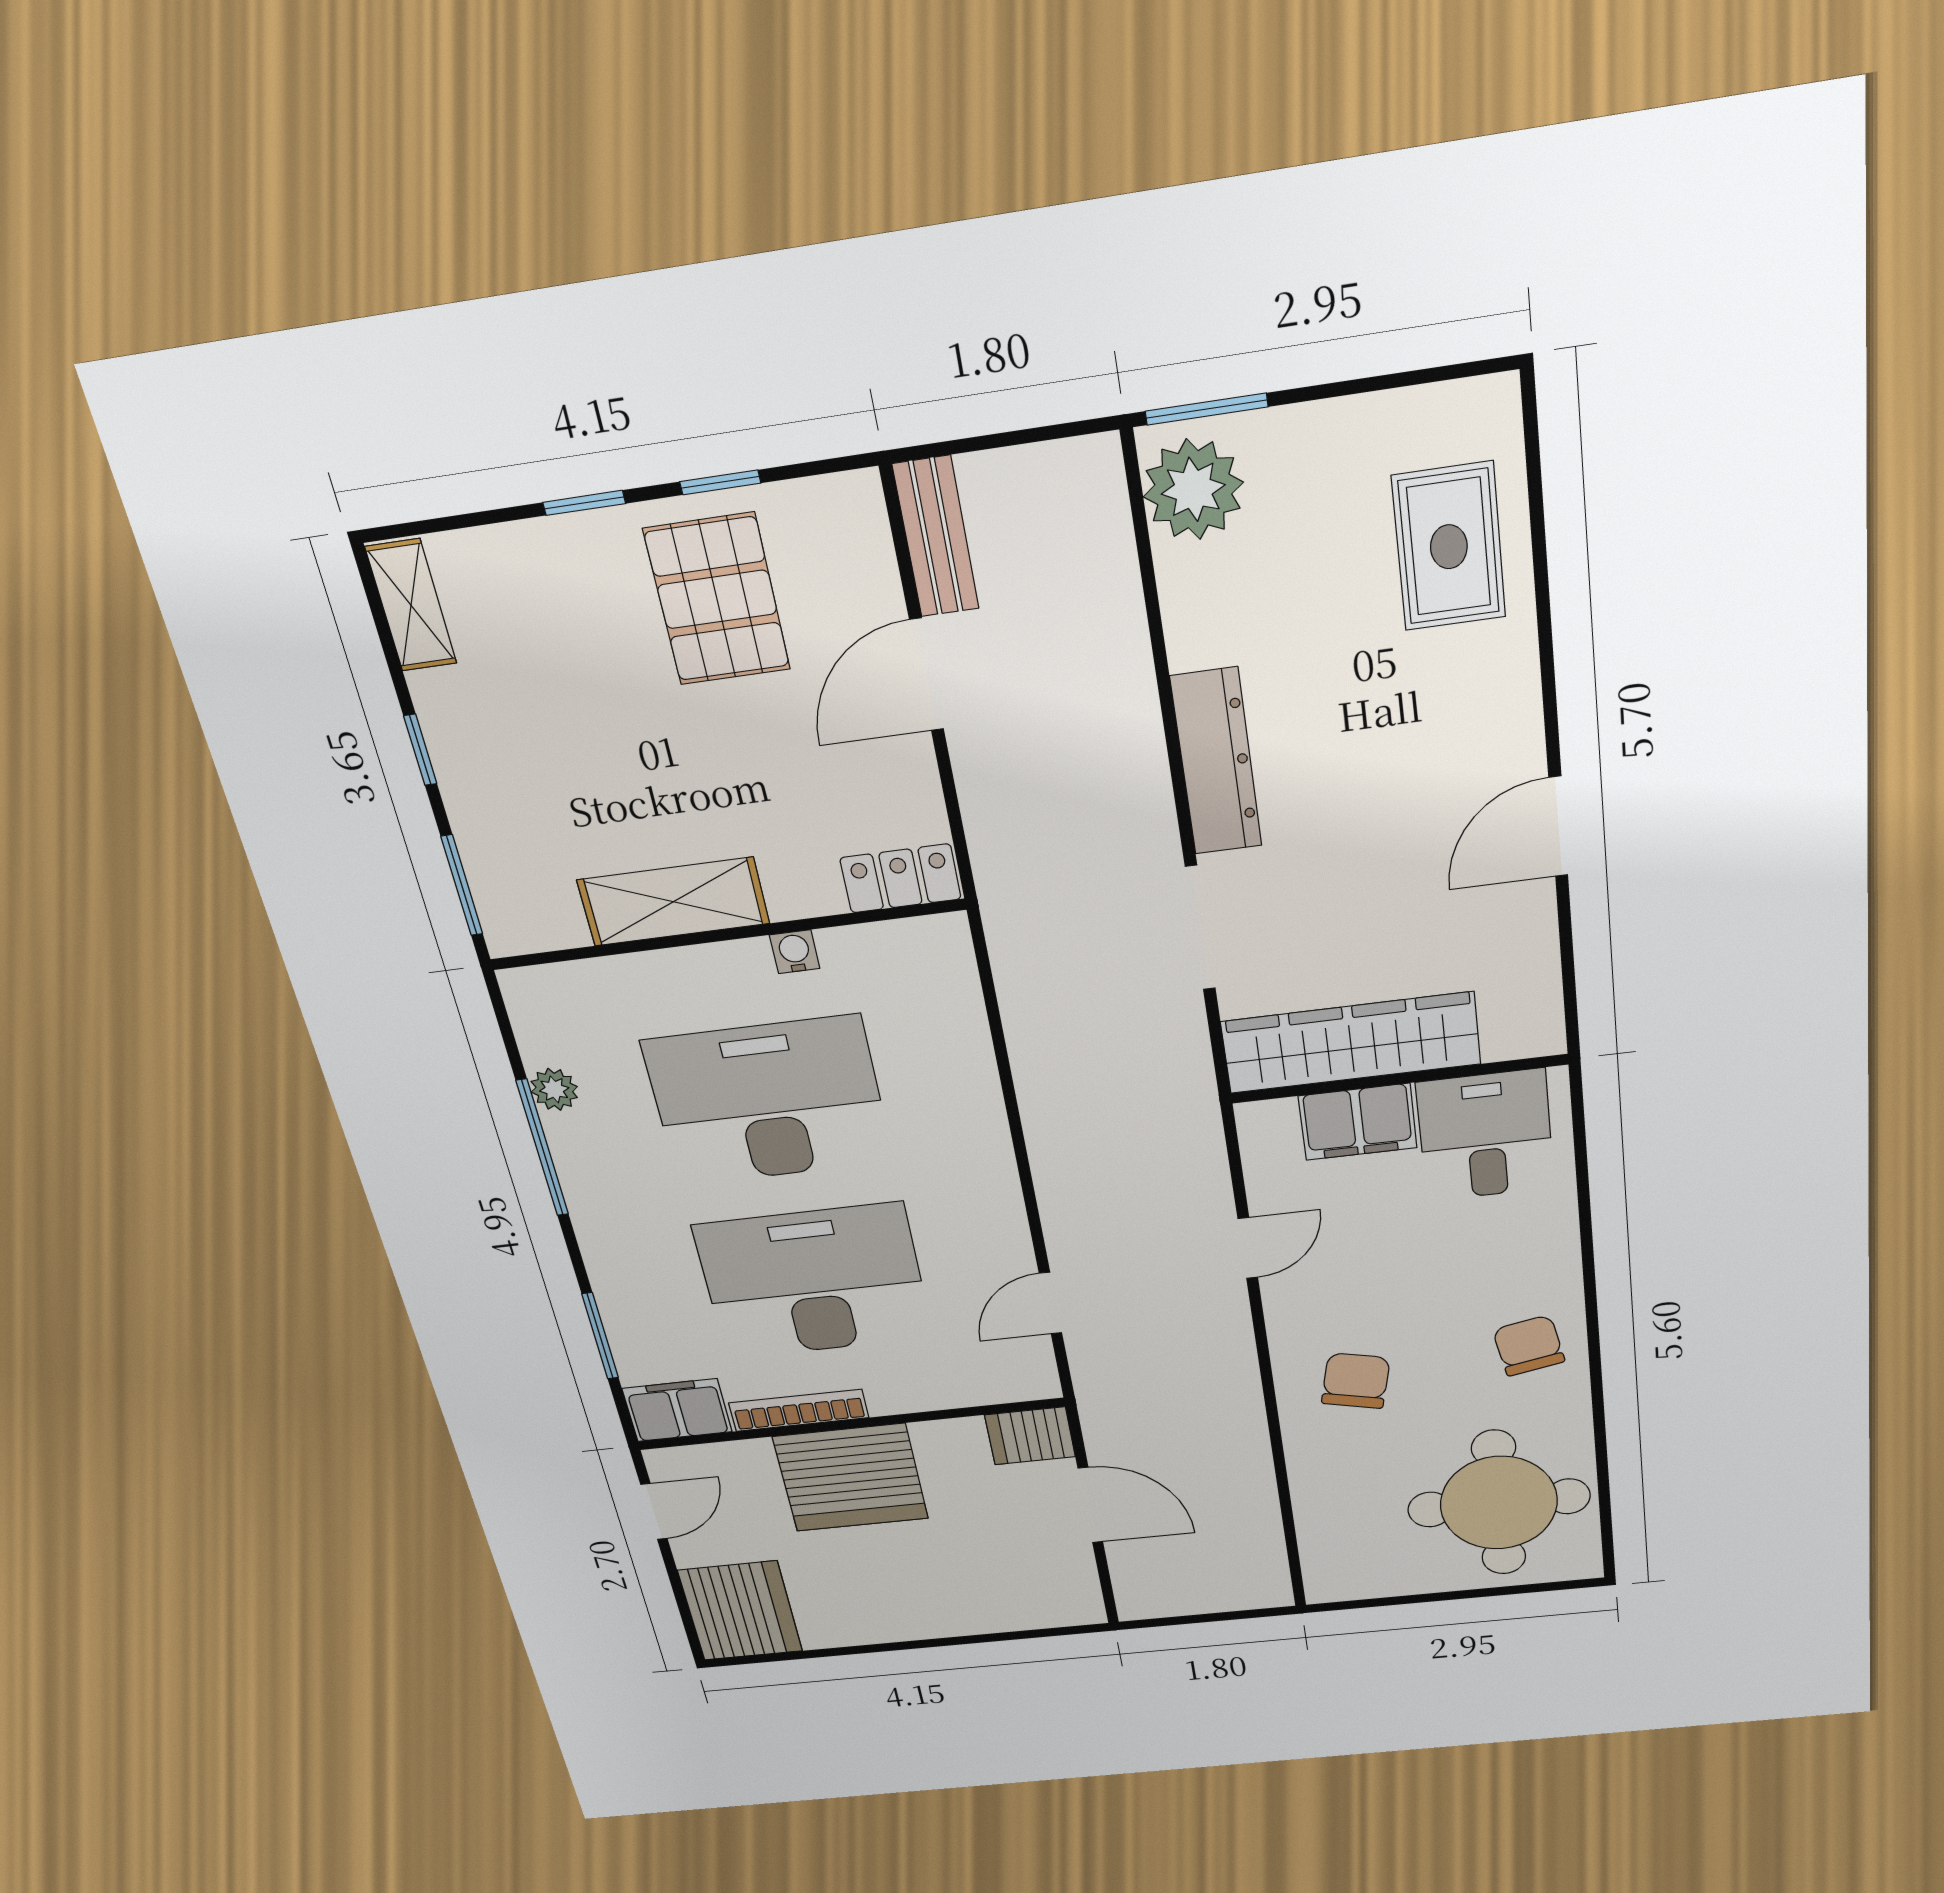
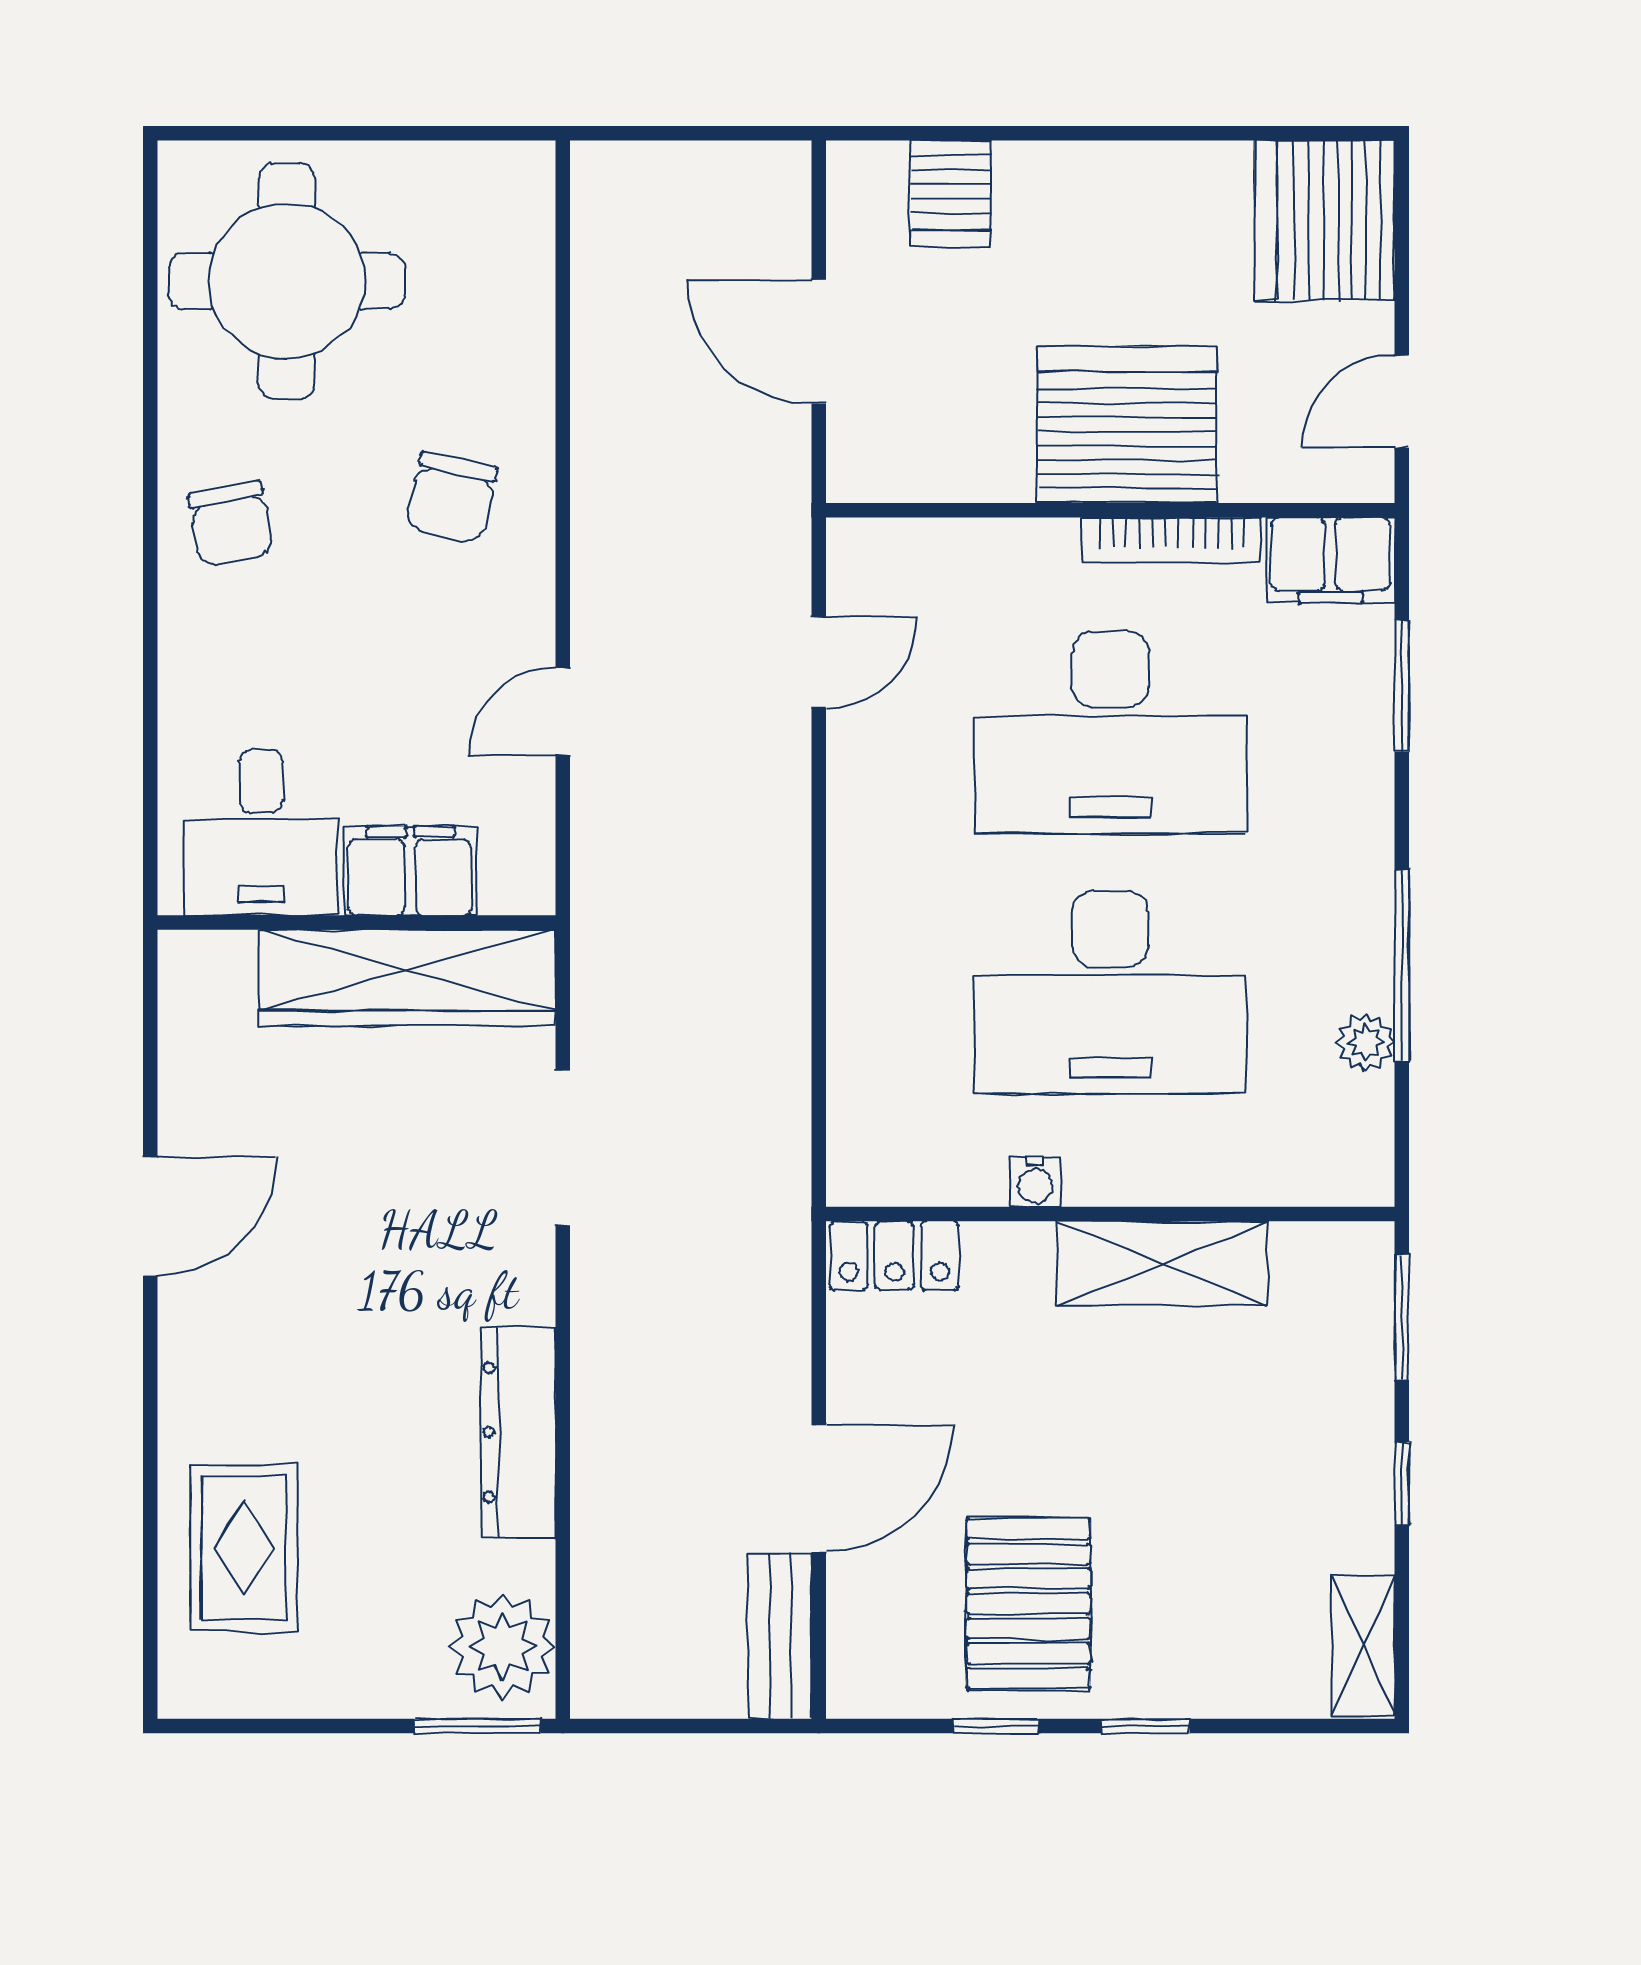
dresser: (1216, 762) -> (518, 1433), moved
server rack: (1030, 1436) -> (951, 194), moved, turned 90

